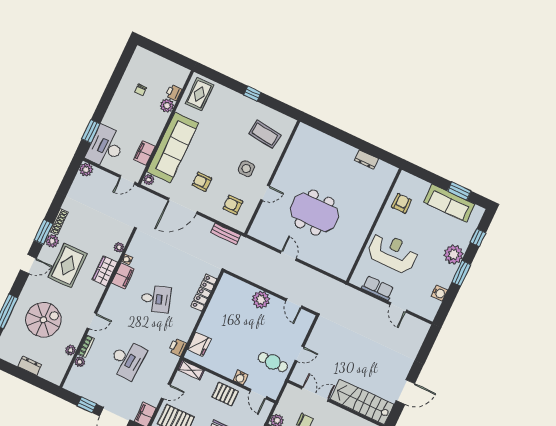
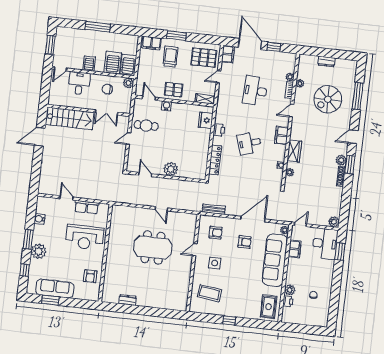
rug: (68, 266) -> (323, 146), removed
filing cabinet: (123, 276) -> (281, 135), moved
printer: (177, 347) -> (219, 130), moved

